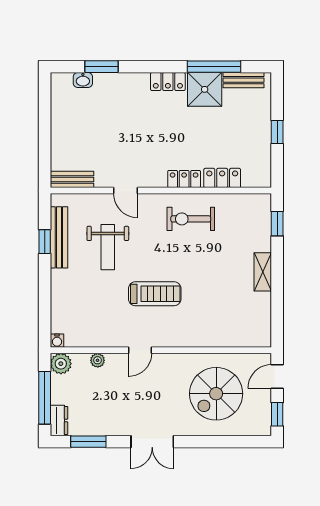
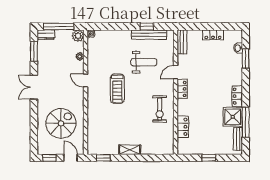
locker: (59, 124) -> (213, 35), added
locker: (184, 179) -> (182, 89), moved
exercise bike: (191, 219) -> (160, 109), turned 180
window: (277, 224) -> (103, 158), moved
weight bench: (108, 247) -> (144, 62), turned 180
spiral stairs: (216, 394) -> (61, 123), turned 90

